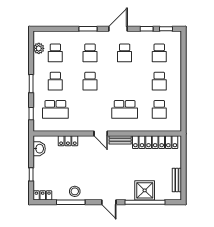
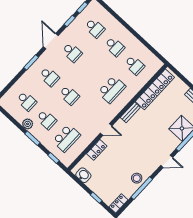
plant: (39, 48) -> (28, 124), moved
door: (101, 134) -> (106, 129), moved

